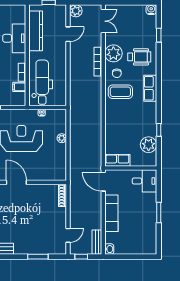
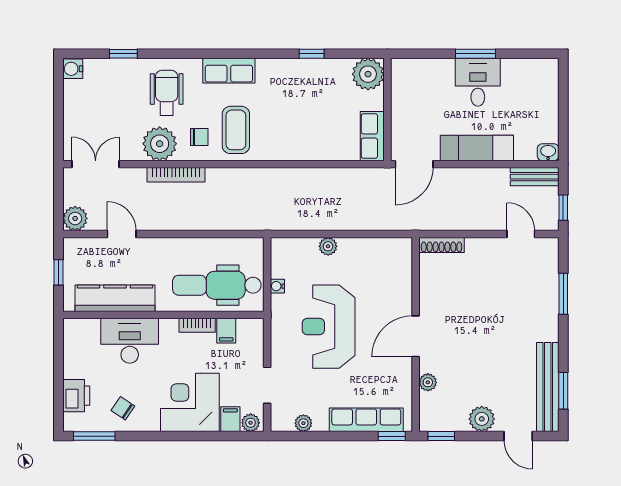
plant: (149, 145) -> (368, 74), moved
desk: (144, 181) -> (478, 82), moved

